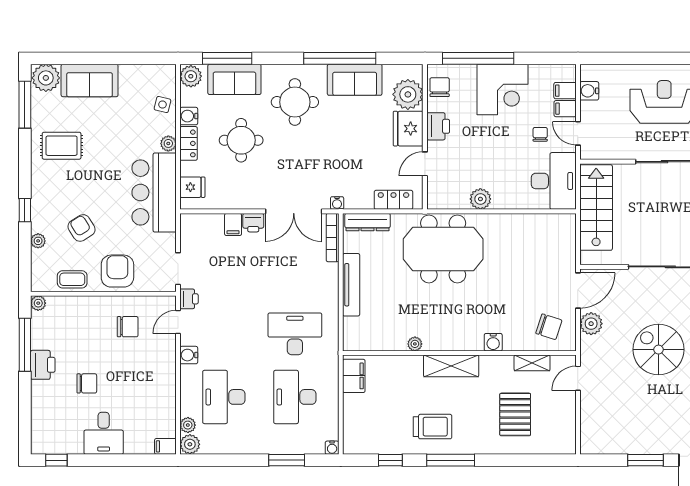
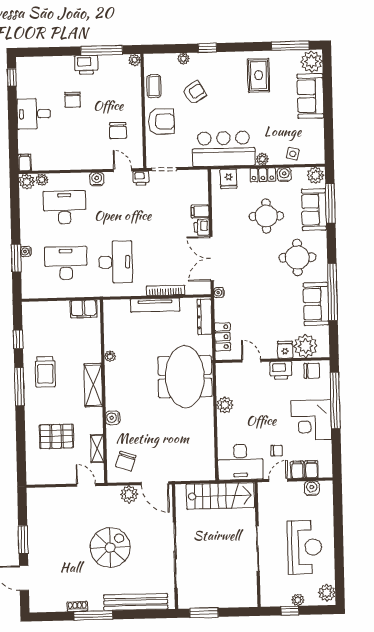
fridge: (408, 129) -> (285, 350), width x0.53, depth x0.75
bookcase: (333, 238) -> (166, 290), moved
water cooler: (332, 448) -> (26, 252), moved

